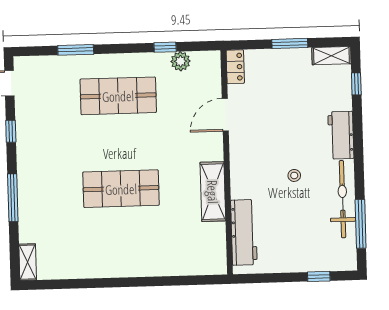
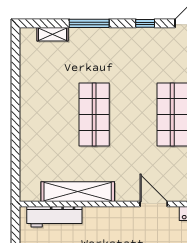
shelving: (213, 192) -> (78, 192), width x1.47
shelving: (28, 262) -> (53, 34), moved

